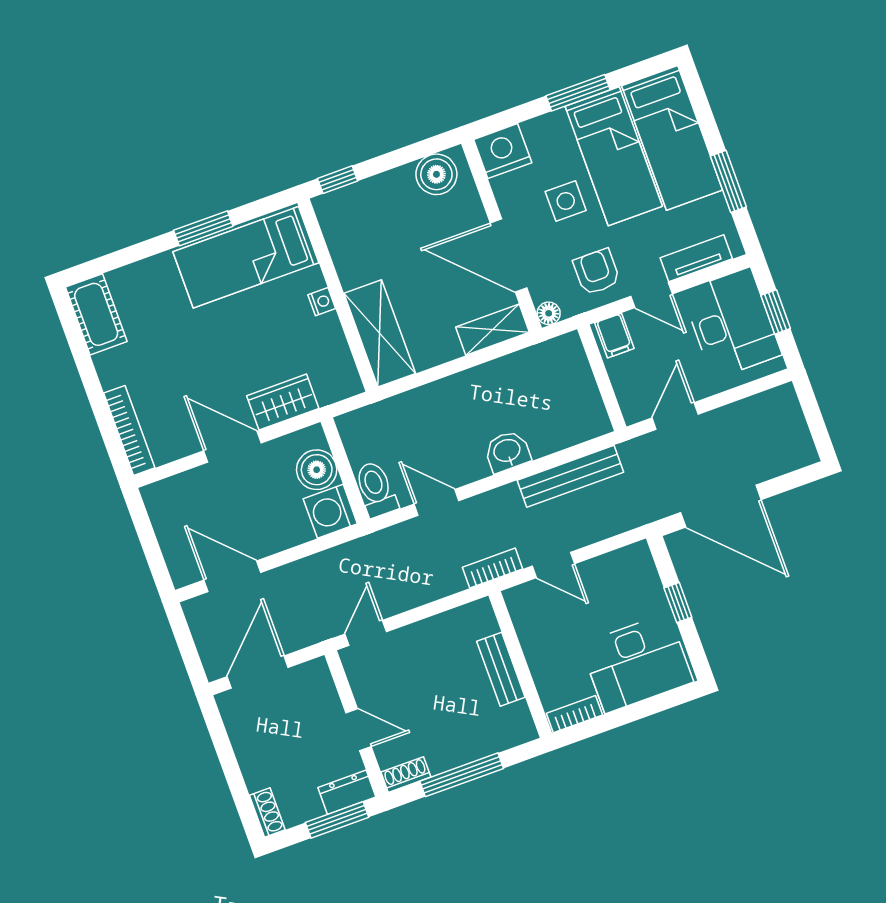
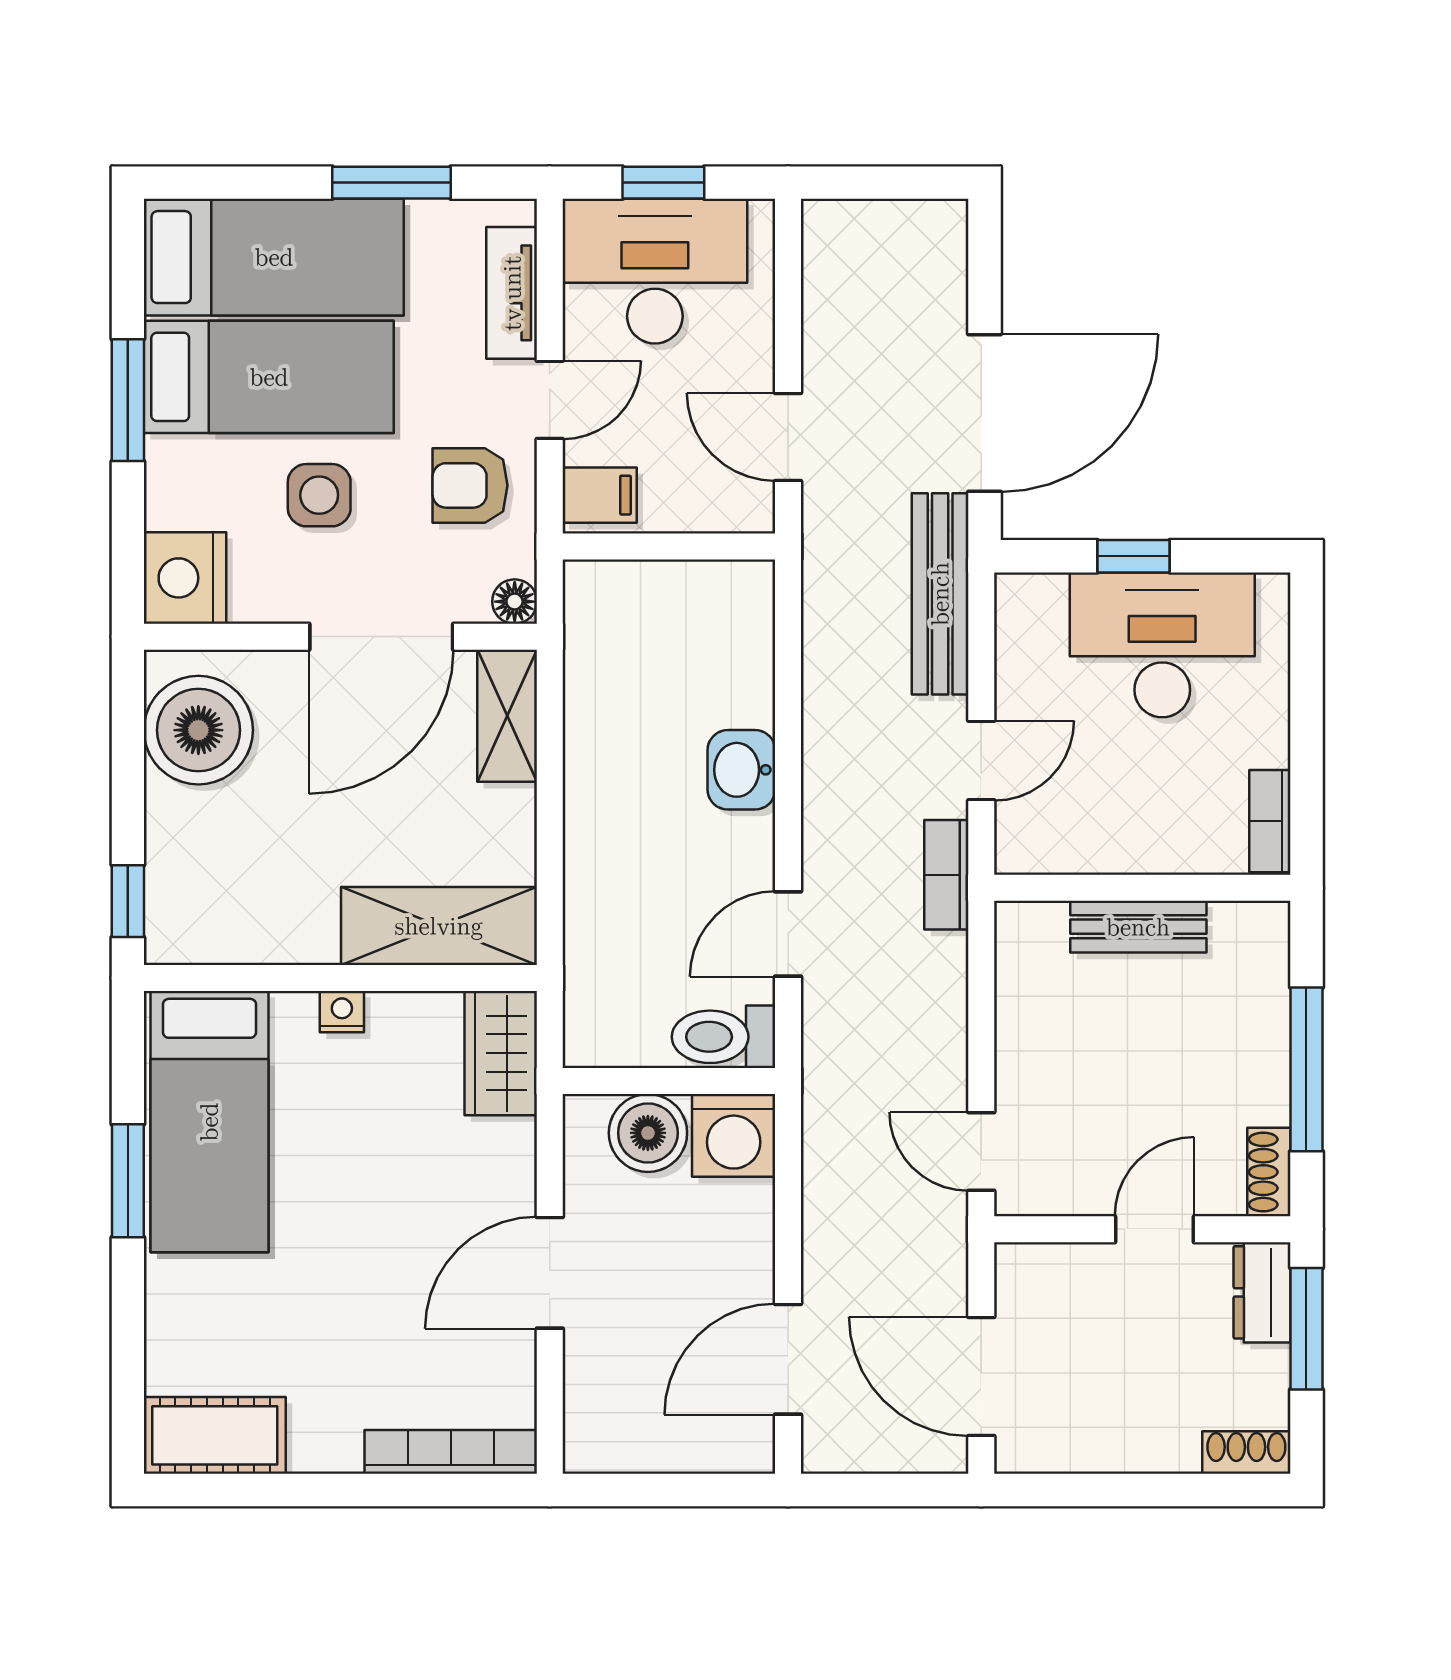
boiler: (436, 174) -> (198, 730), width x1.37, depth x1.37
wardrobe: (283, 402) -> (501, 1053), moved
bench: (570, 476) -> (940, 594), moved
desk: (637, 663) -> (1162, 645), moved, turned -90

